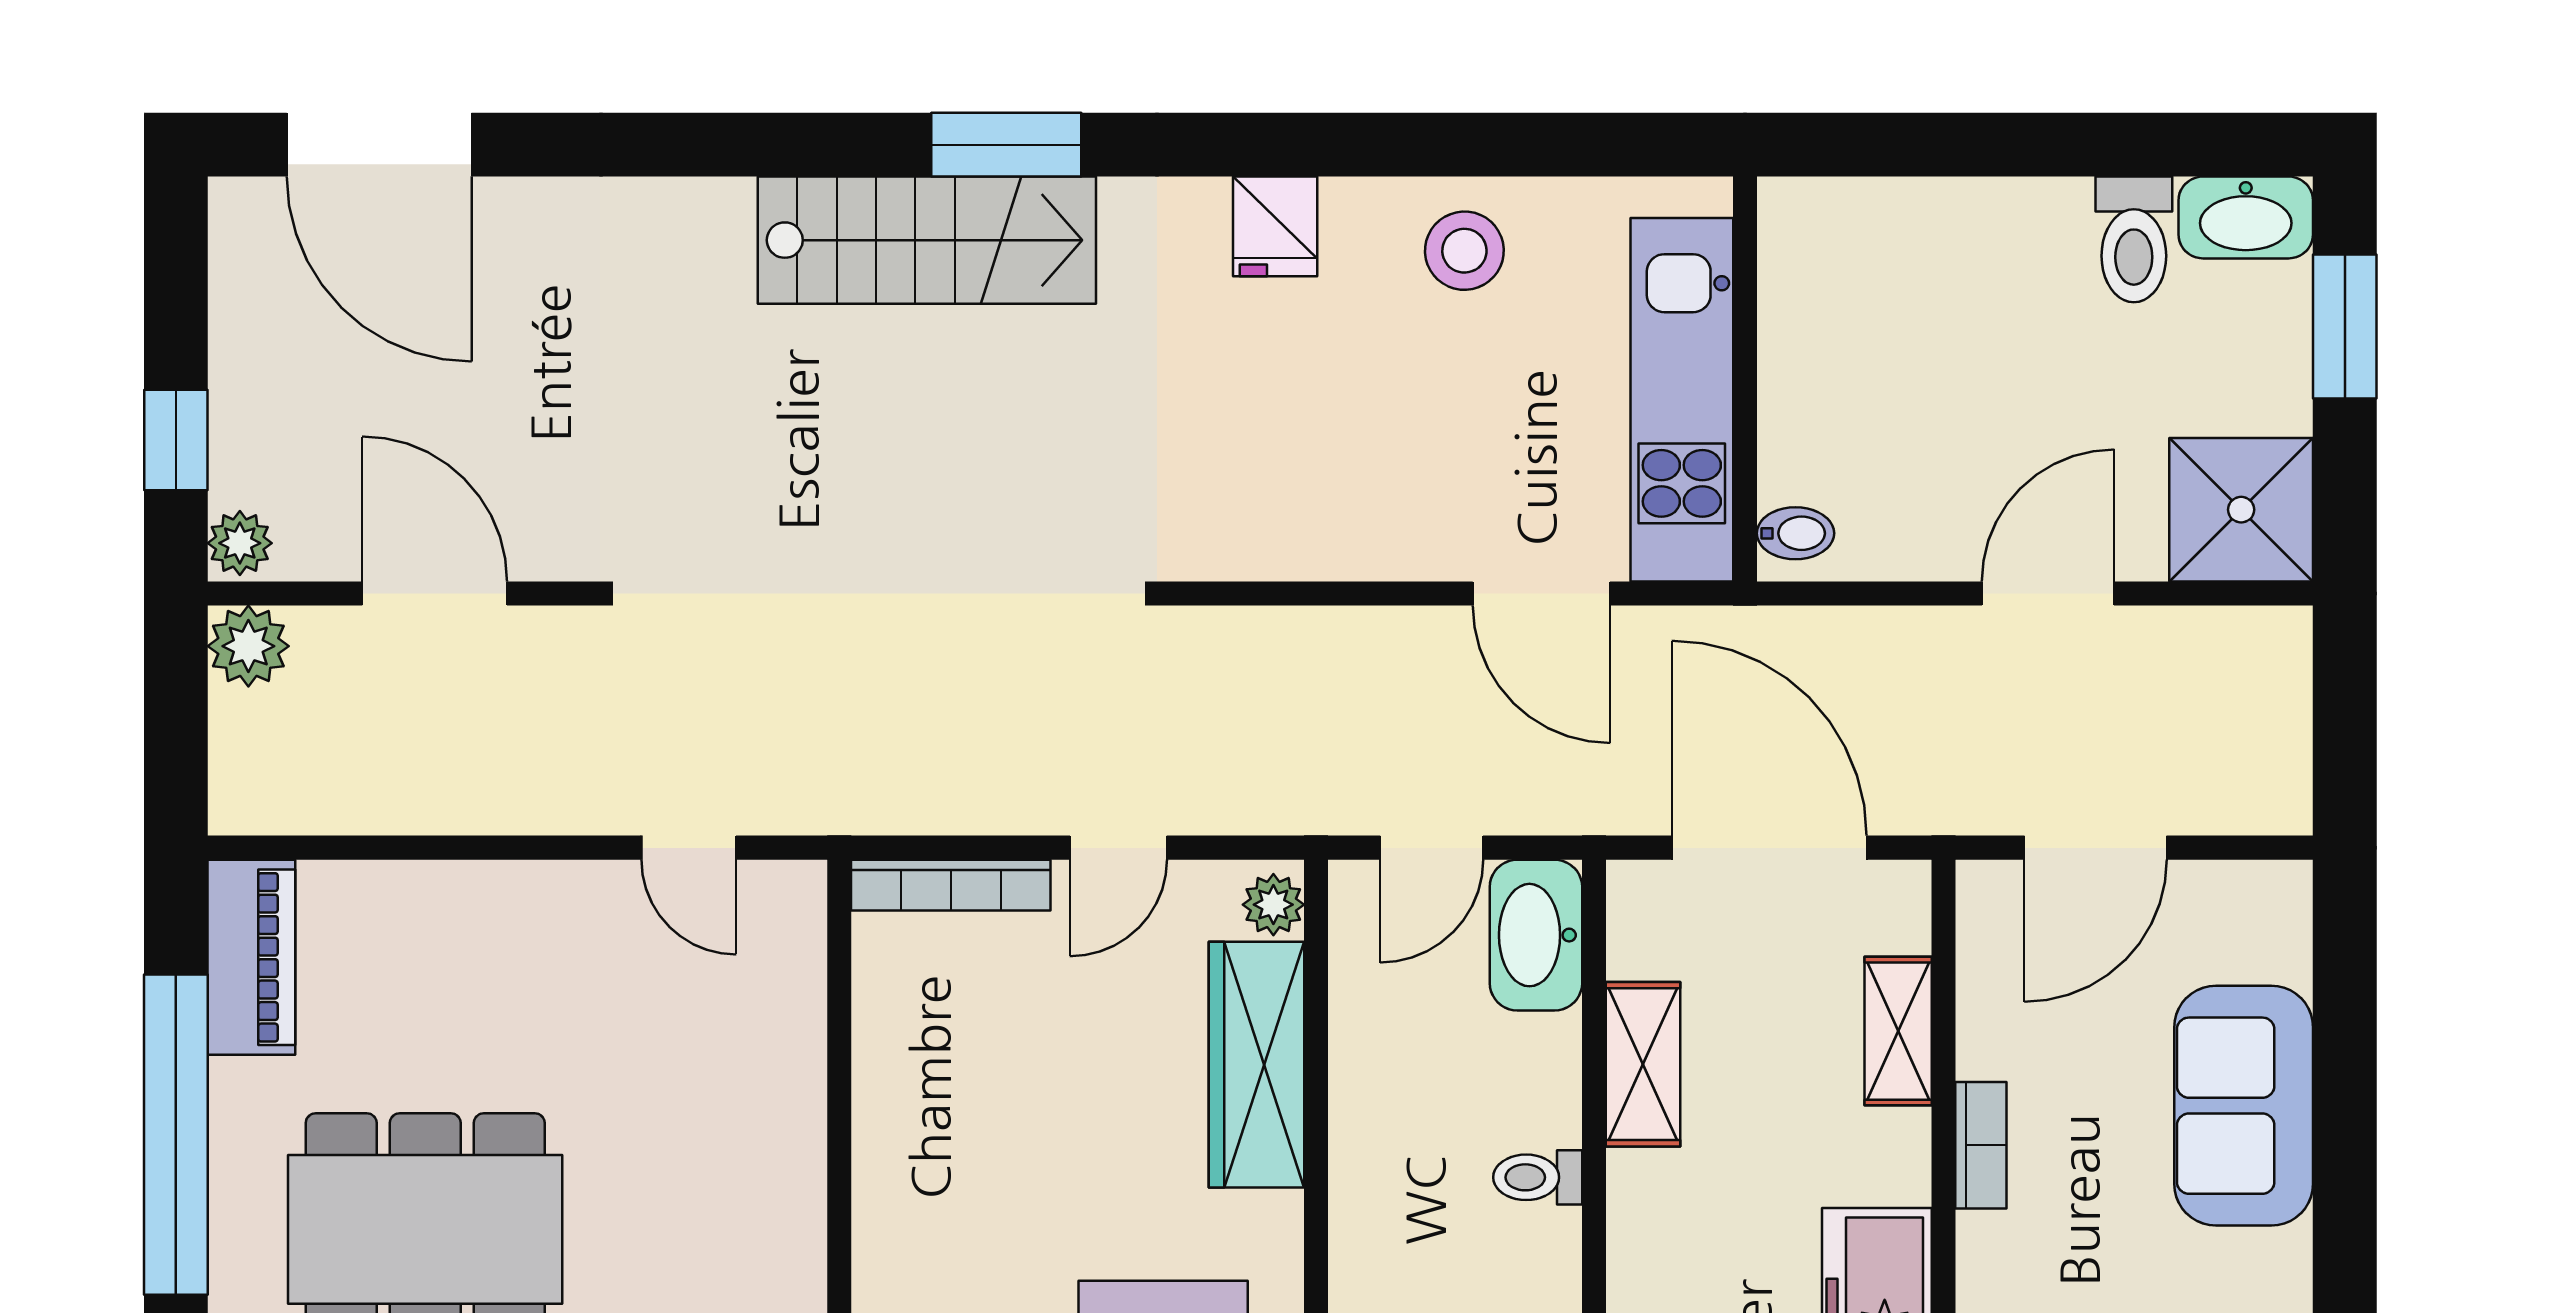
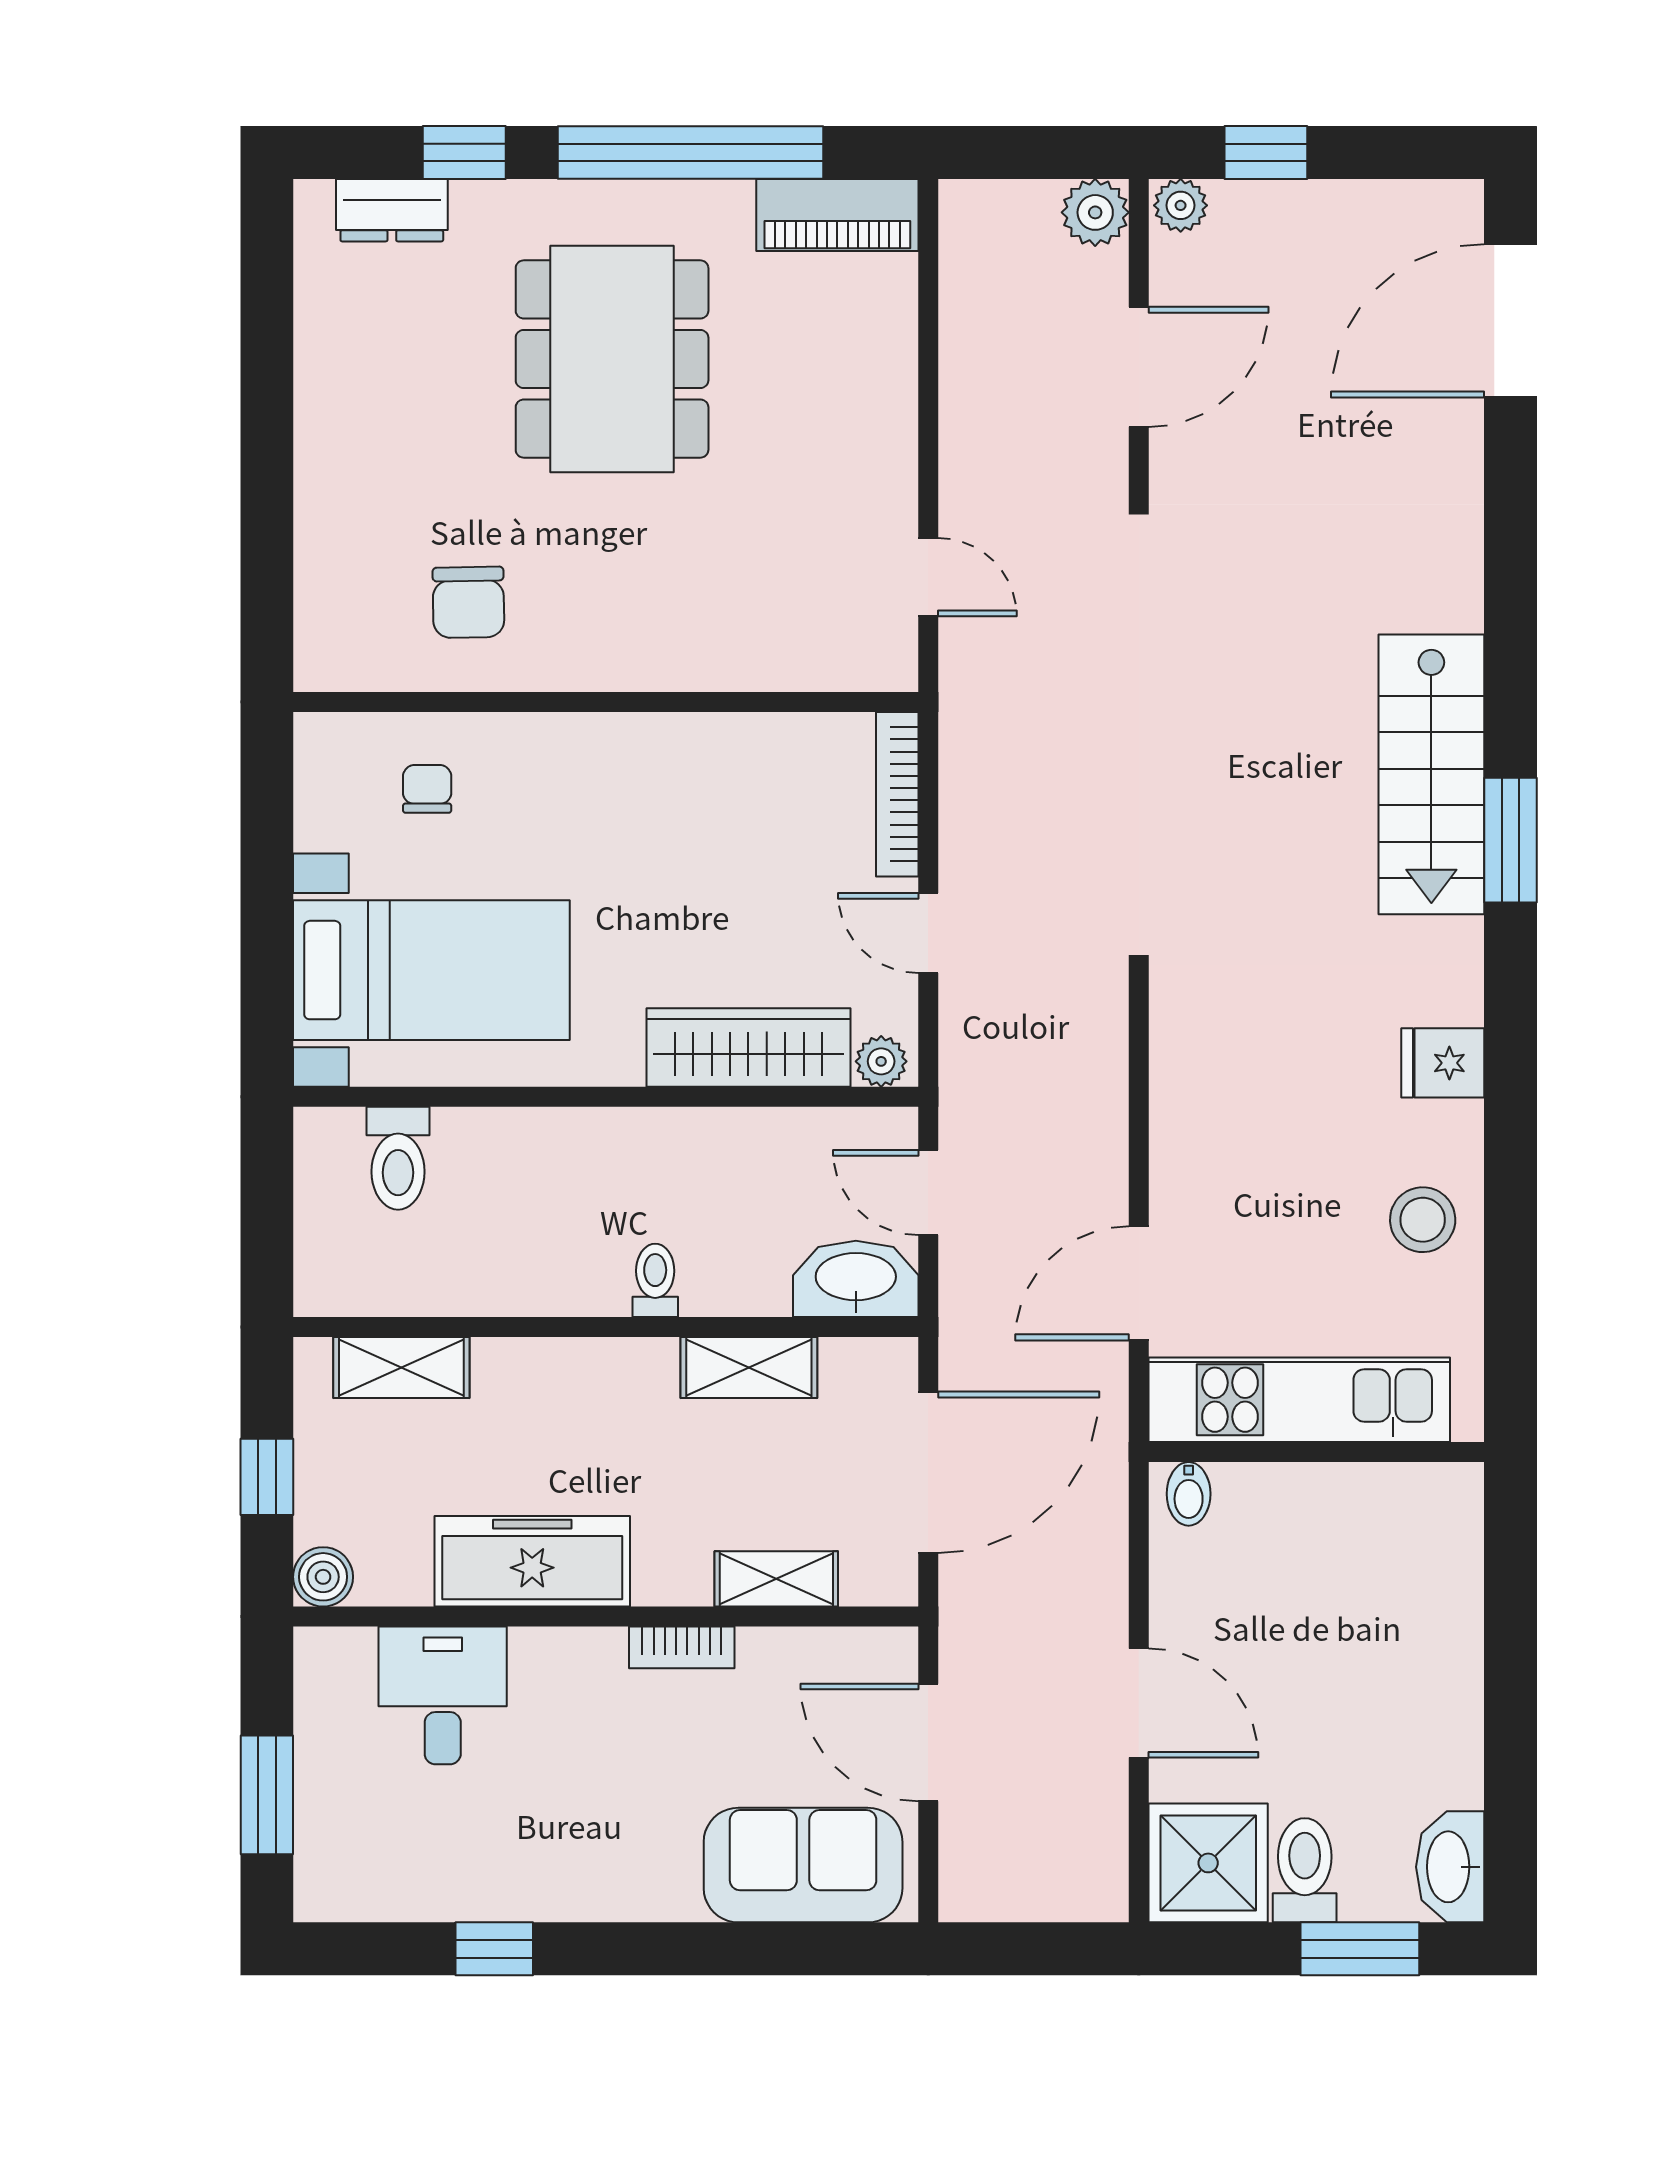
toilet: (2134, 239) -> (1305, 1870), moved, turned 90
door: (689, 848) -> (928, 577), swing flipped
sofa: (2244, 1106) -> (803, 1865), moved

